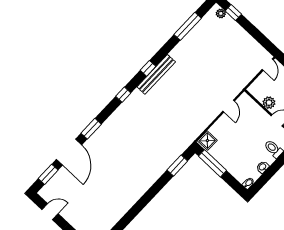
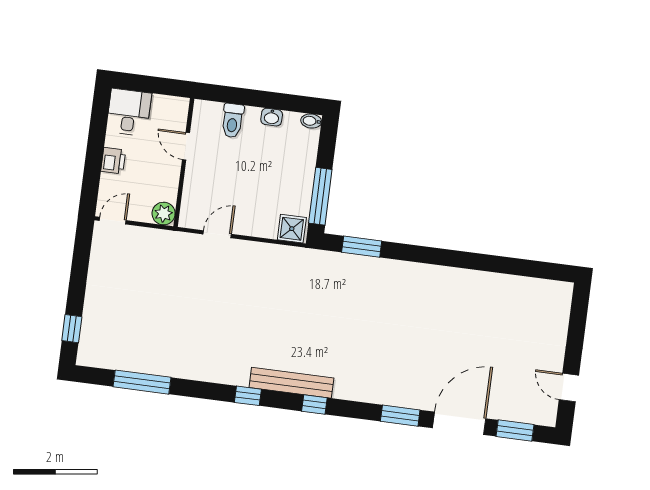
plant: (221, 13) -> (87, 346), removed
bench: (156, 74) -> (291, 383), moved
plant: (269, 103) -> (164, 214), moved

